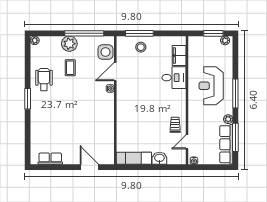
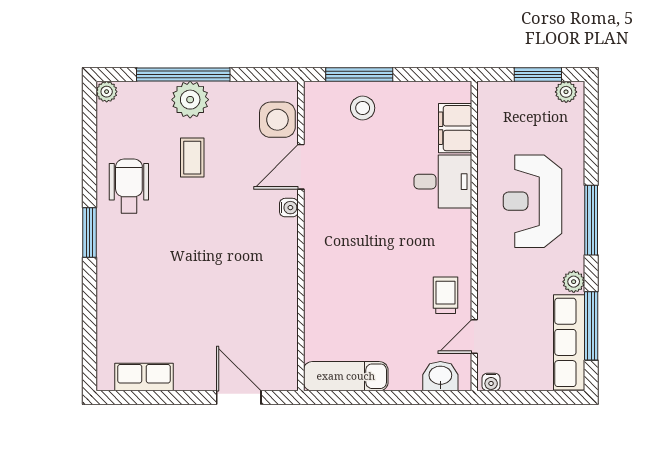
window: (84, 33) -> (183, 74), moved
washbasin: (159, 158) -> (440, 376), moved

